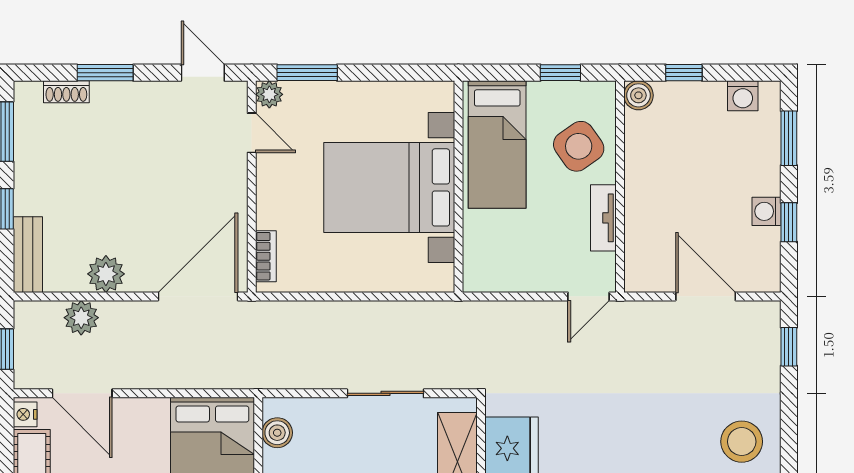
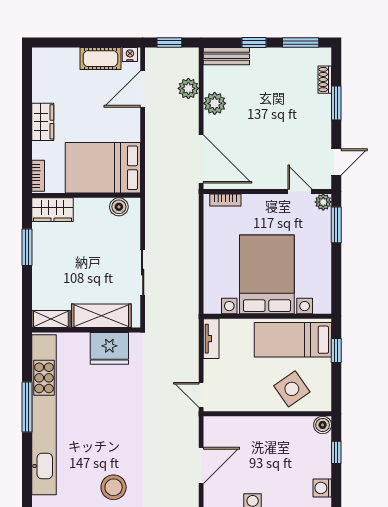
window: (560, 73) -> (336, 351), moved
door: (252, 133) -> (300, 191), swing flipped
tv unit: (603, 218) -> (211, 339), moved, turned 90

